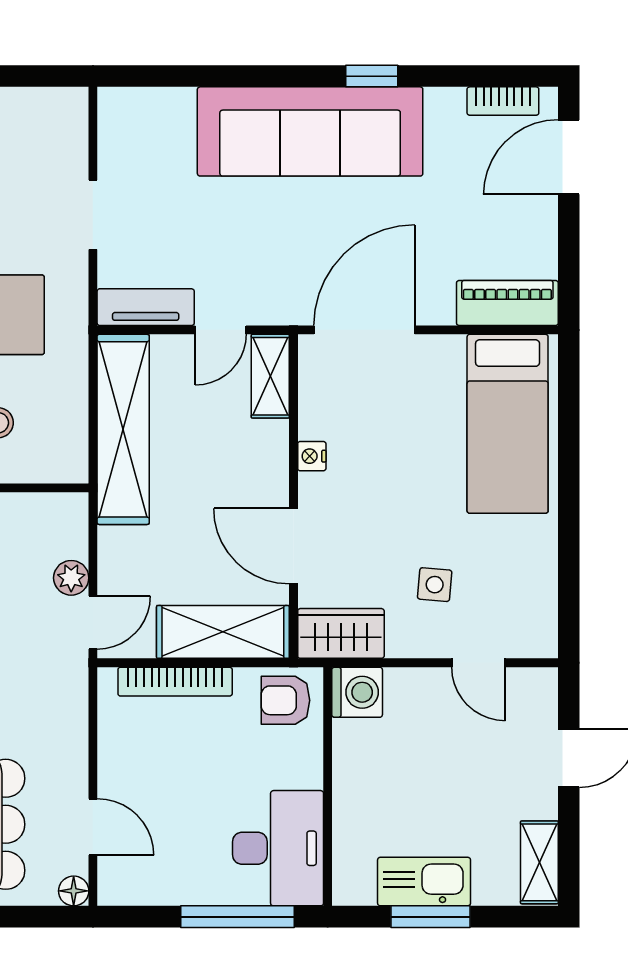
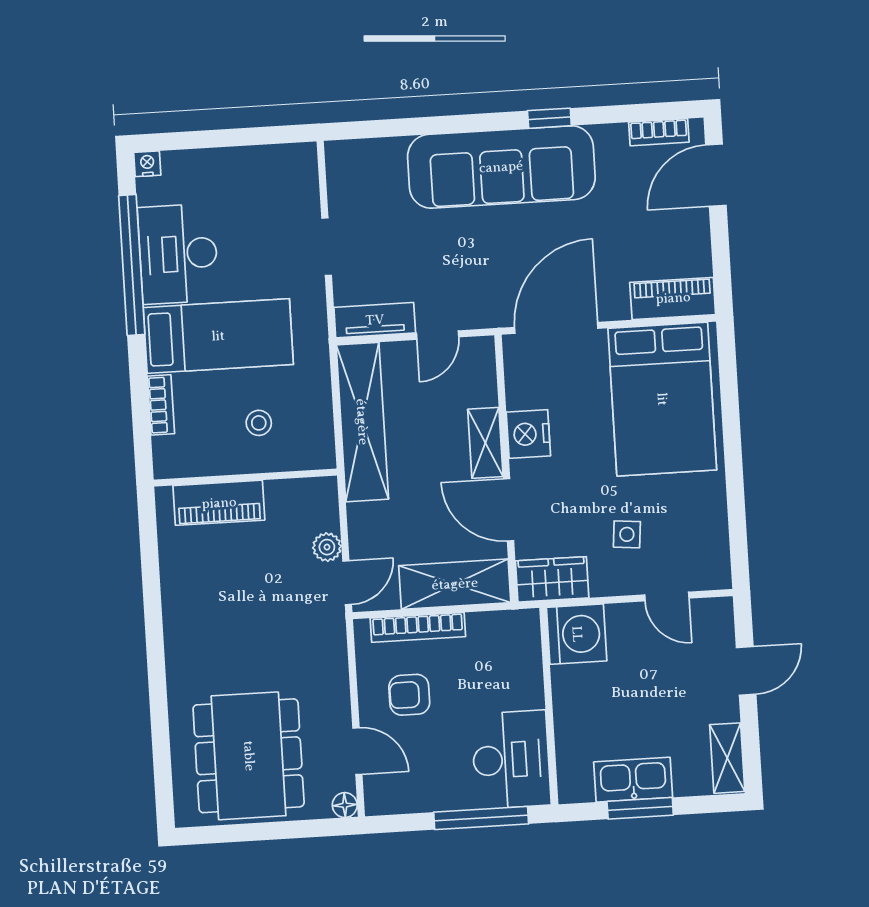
shelving: (270, 376) -> (485, 443), moved
bed: (508, 424) -> (662, 399), width x1.50
nightstand: (312, 456) -> (528, 434), width x1.89, depth x1.79
washing machine: (357, 692) -> (577, 634), width x1.37, depth x1.37
armchair: (286, 700) -> (409, 695), moved

